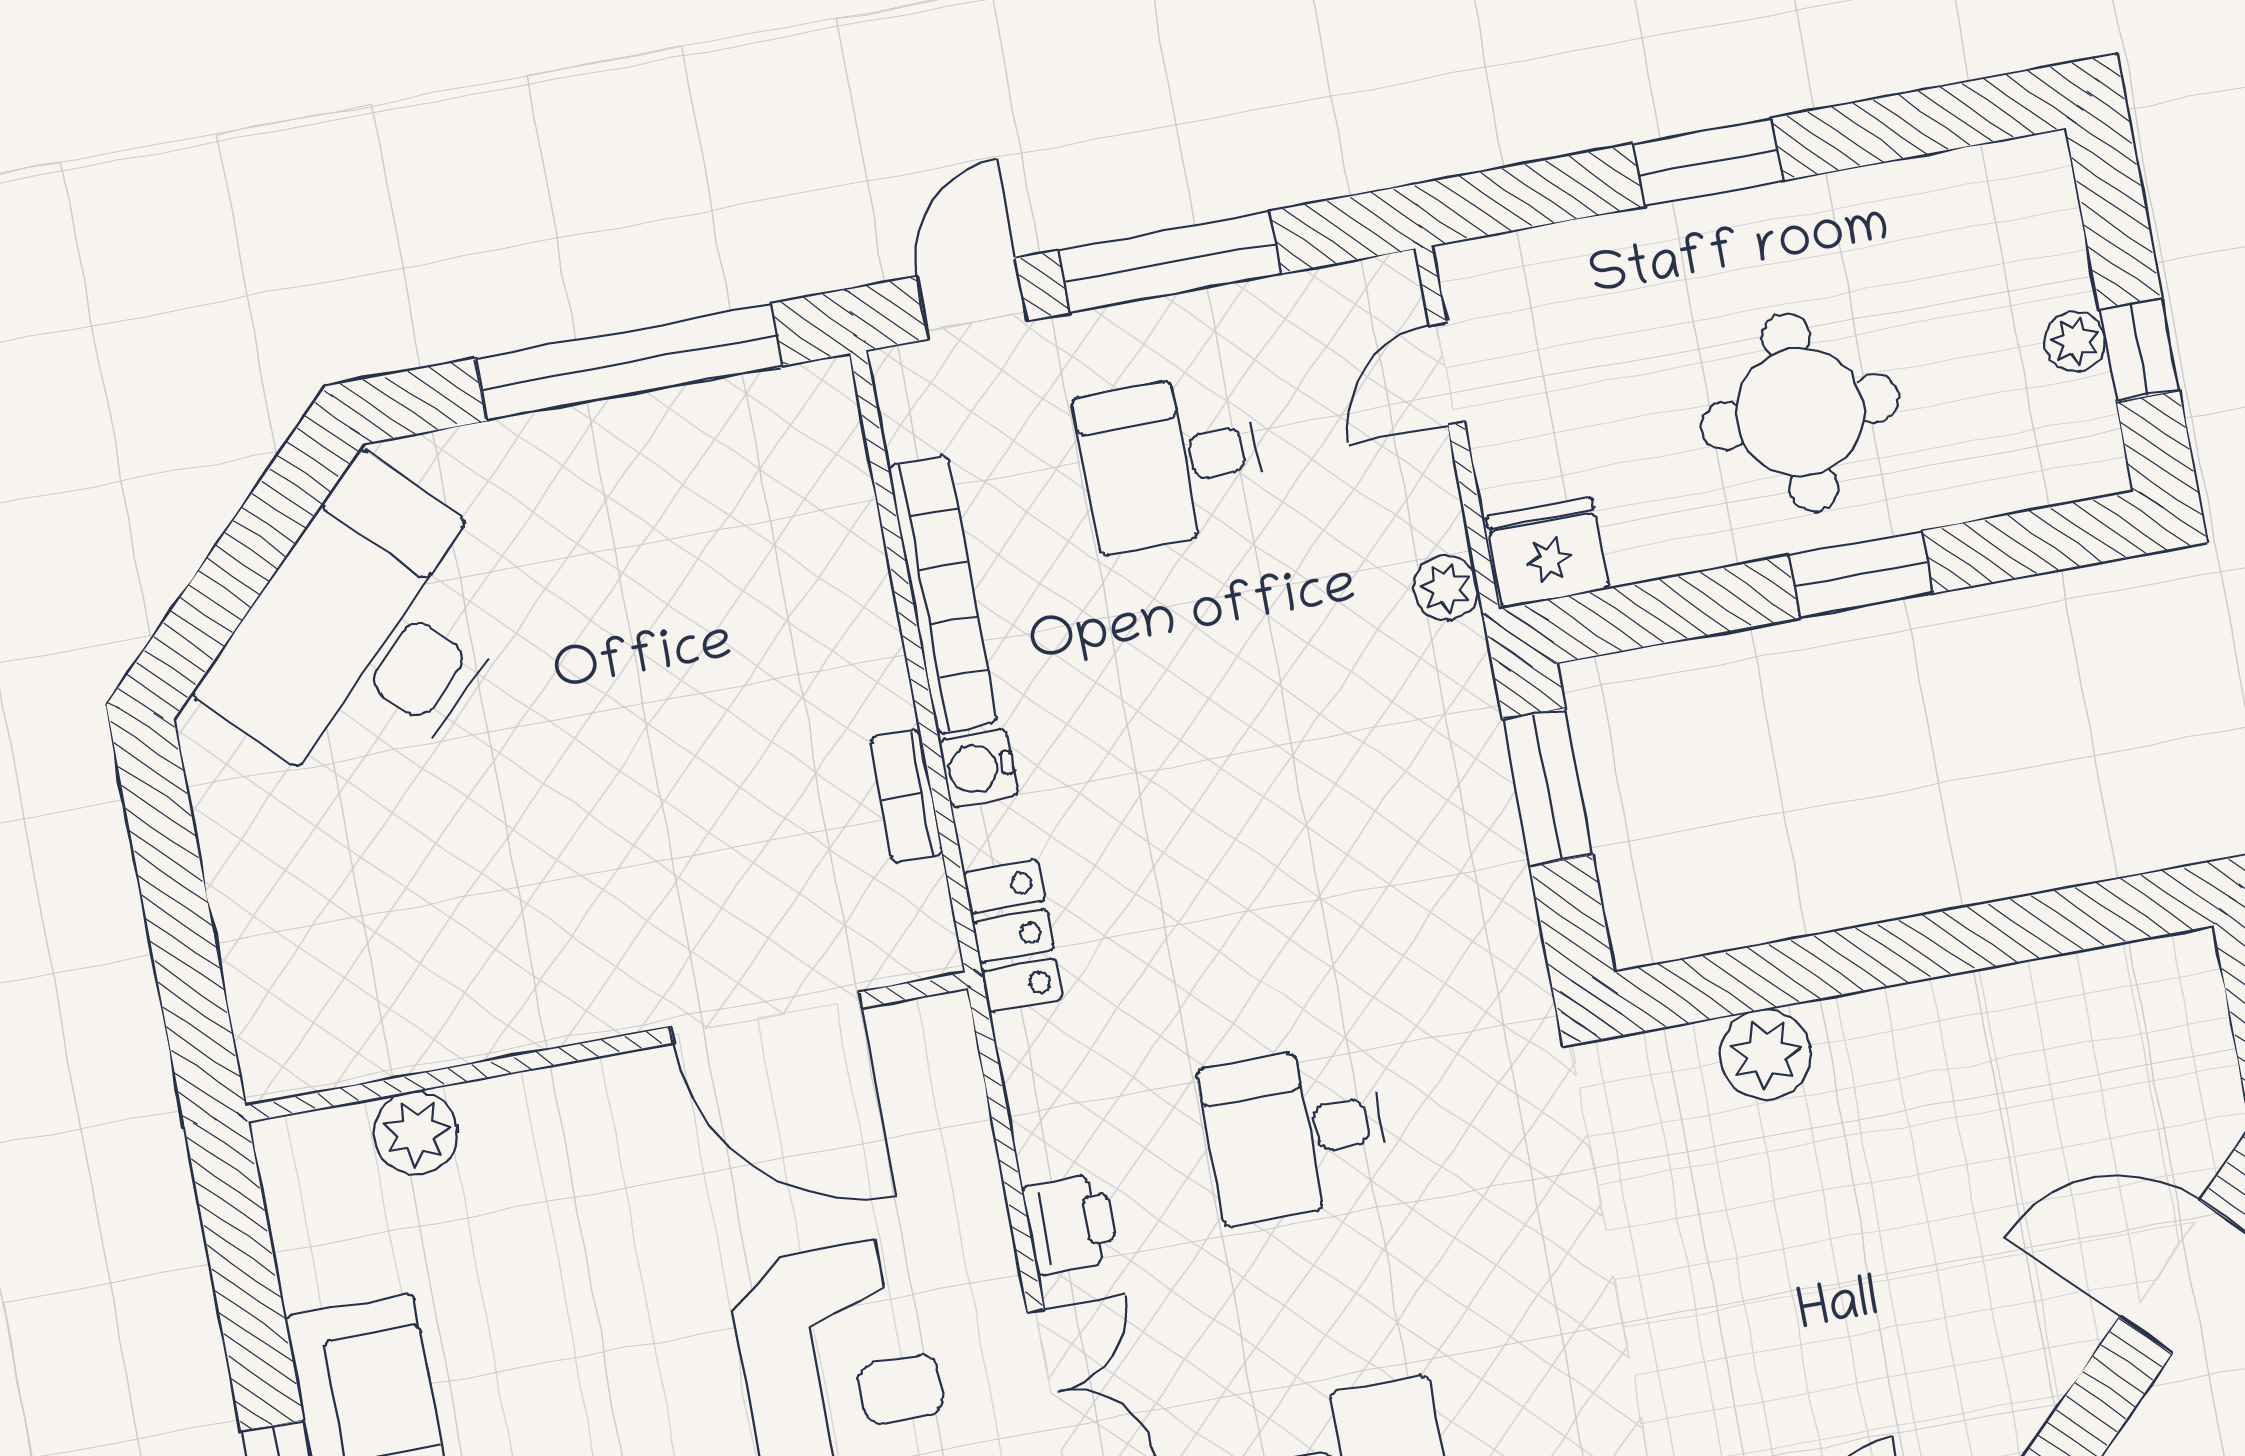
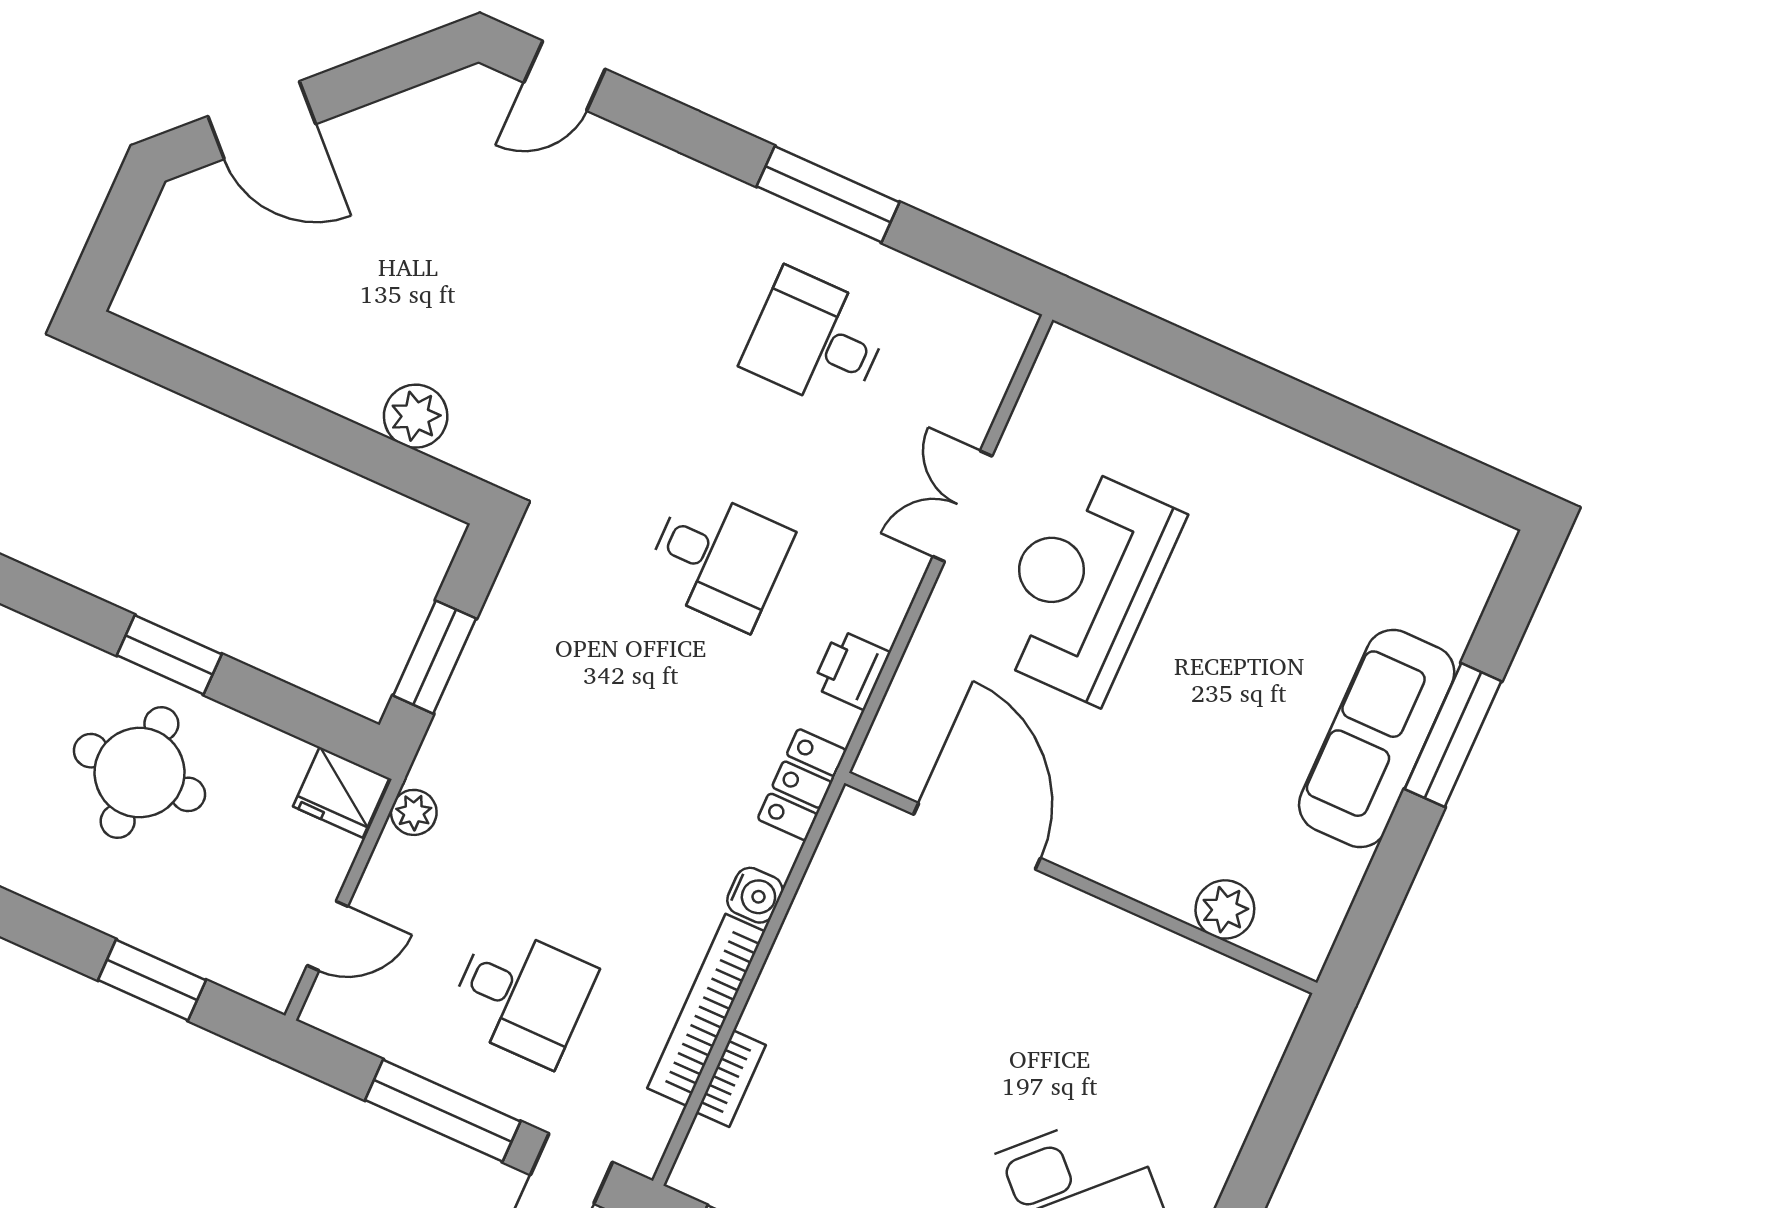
window: (1708, 162) -> (152, 980), moved
bookcase: (906, 796) -> (731, 1079), moved
printer: (1070, 1224) -> (851, 670), moved

